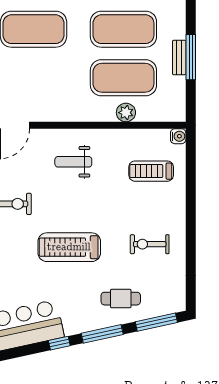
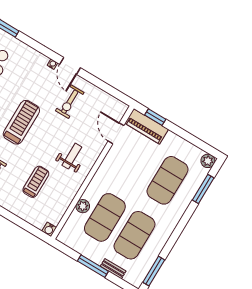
bench: (179, 57) -> (113, 269), moved
treadmill: (151, 171) -> (36, 182), moved

